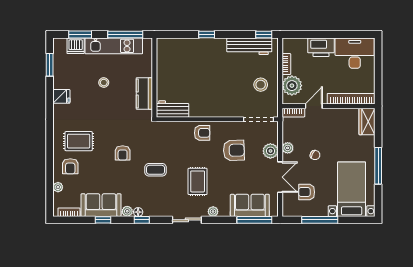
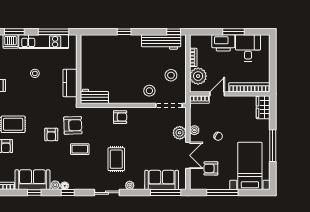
window: (333, 35) -> (234, 32), added
desk: (355, 53) -> (248, 48), width x0.73
stool: (236, 102) -> (149, 91), added
armchair: (234, 150) -> (73, 125), moved

